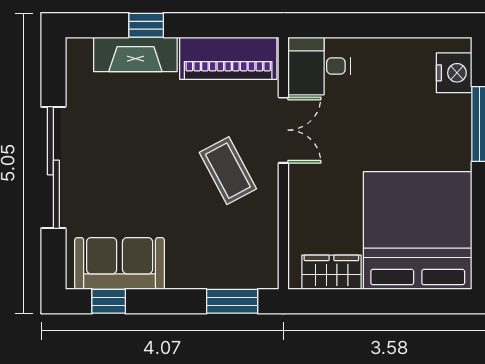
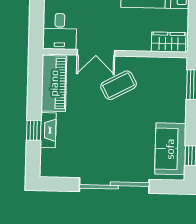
fireplace: (135, 54) -> (48, 130), width x0.73, depth x0.76
double door: (283, 130) -> (96, 53), swing flipped
wardrobe: (331, 272) -> (169, 42), moved, turned 90

